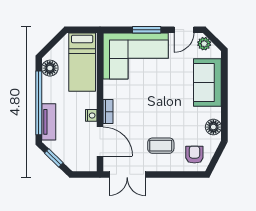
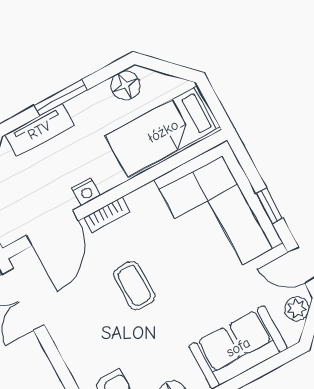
window: (147, 30) -> (269, 206), width x0.67
window: (39, 103) -> (61, 98), width x0.47
coffee table: (161, 146) -> (134, 286), moved

